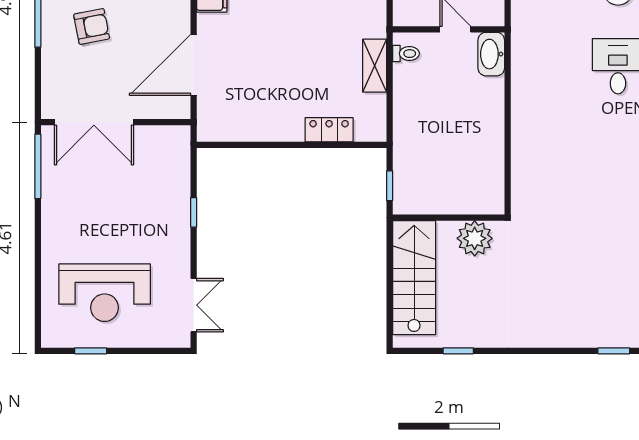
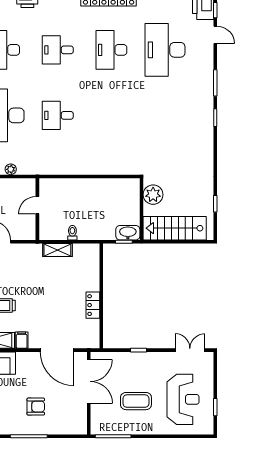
armchair: (92, 26) -> (36, 407), turned 101
toilet: (406, 54) -> (72, 233), moved
washbasin: (491, 54) -> (128, 233), moved, turned 180
double door: (94, 122) -> (89, 381), moved
locker: (329, 130) -> (93, 305), moved
coffee table: (102, 208) -> (136, 401), added

